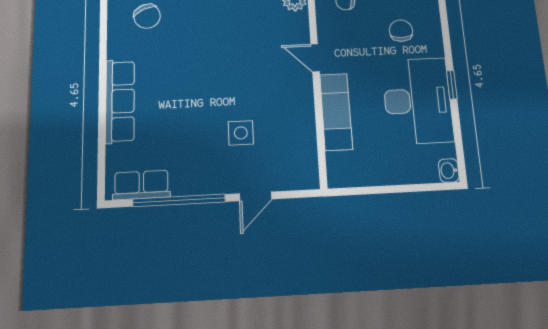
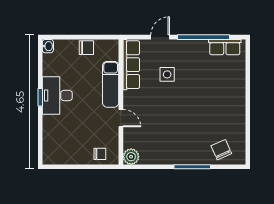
chair: (401, 31) -> (86, 48), moved, turned -90
row of seats: (120, 101) -> (131, 65), moved, turned 180
desk: (418, 101) -> (57, 95), width x0.73, depth x0.77

